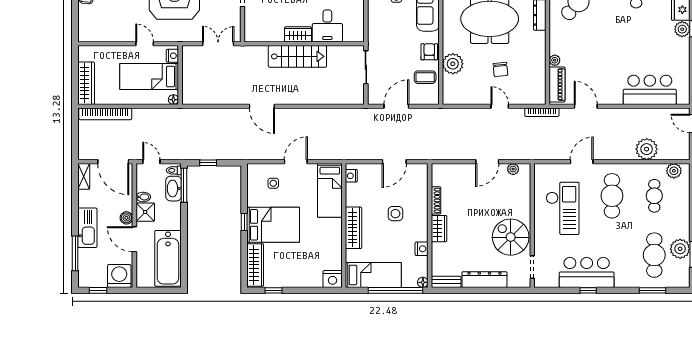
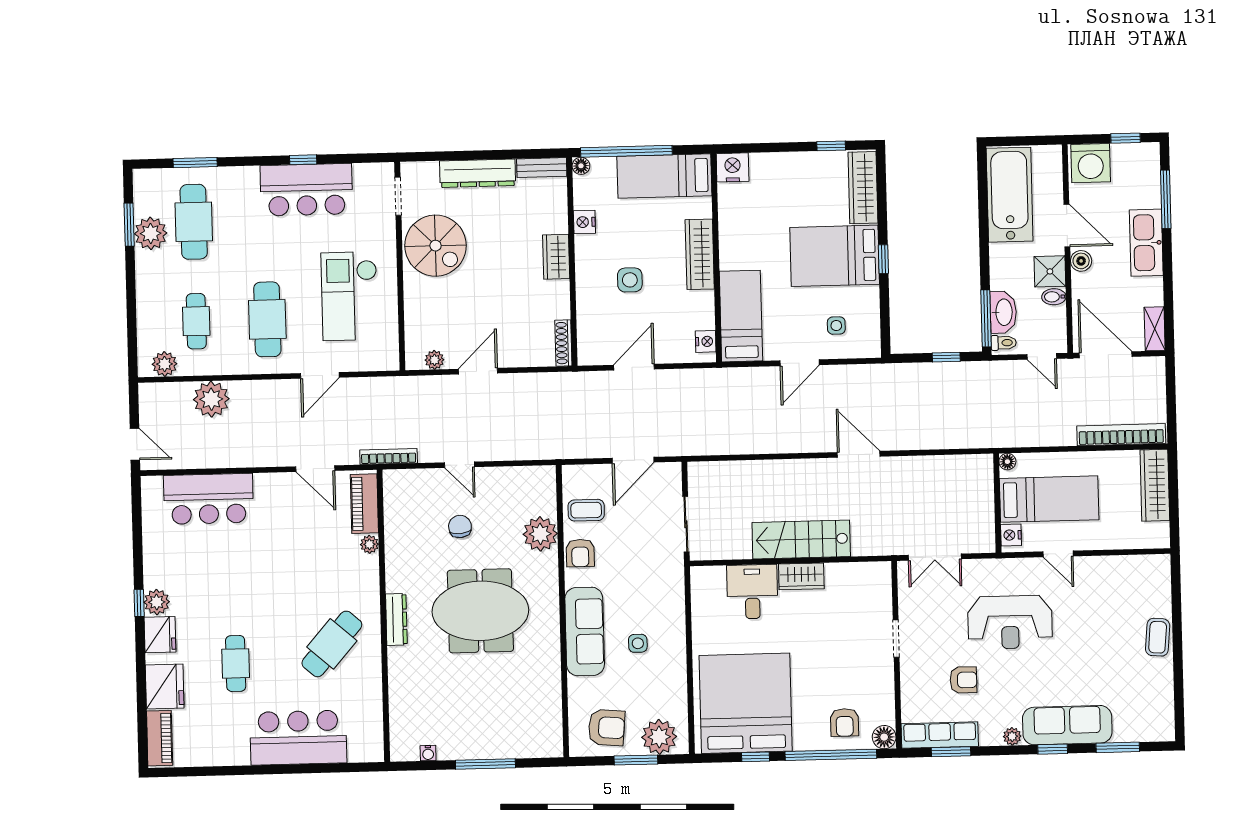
shoe rack: (436, 200) -> (563, 343), moved

